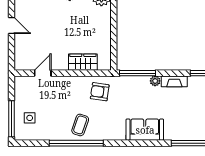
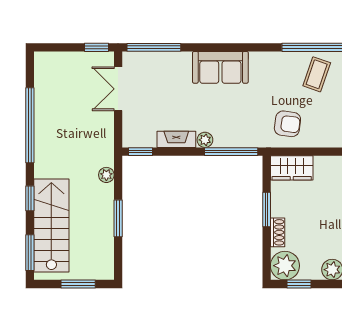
shoe rack: (106, 19) -> (278, 232), added
window: (114, 34) -> (267, 209), added
wardrobe: (83, 62) -> (292, 168), moved

